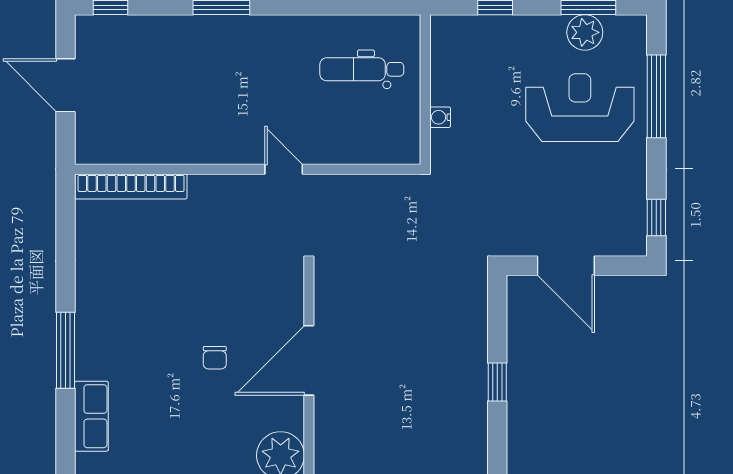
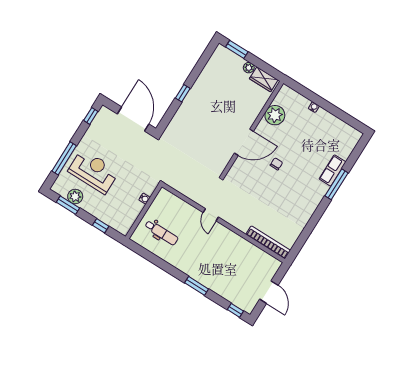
reception desk: (580, 108) -> (93, 171), turned 180
door: (566, 266) -> (133, 119), width x1.36
window: (66, 350) -> (336, 184), moved

